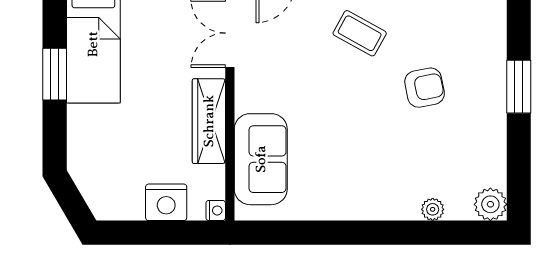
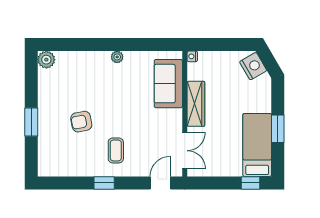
coffee table: (360, 33) -> (116, 150), turned 61
nightstand: (166, 202) -> (253, 66), moved, turned 60
plant: (433, 209) -> (117, 57), moved

